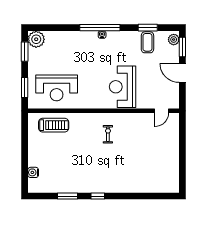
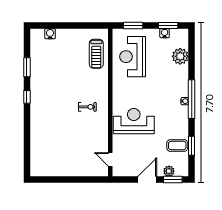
plant: (36, 39) -> (180, 56), moved
plant: (174, 40) -> (169, 171), moved
water cooler: (33, 55) -> (165, 33), added

